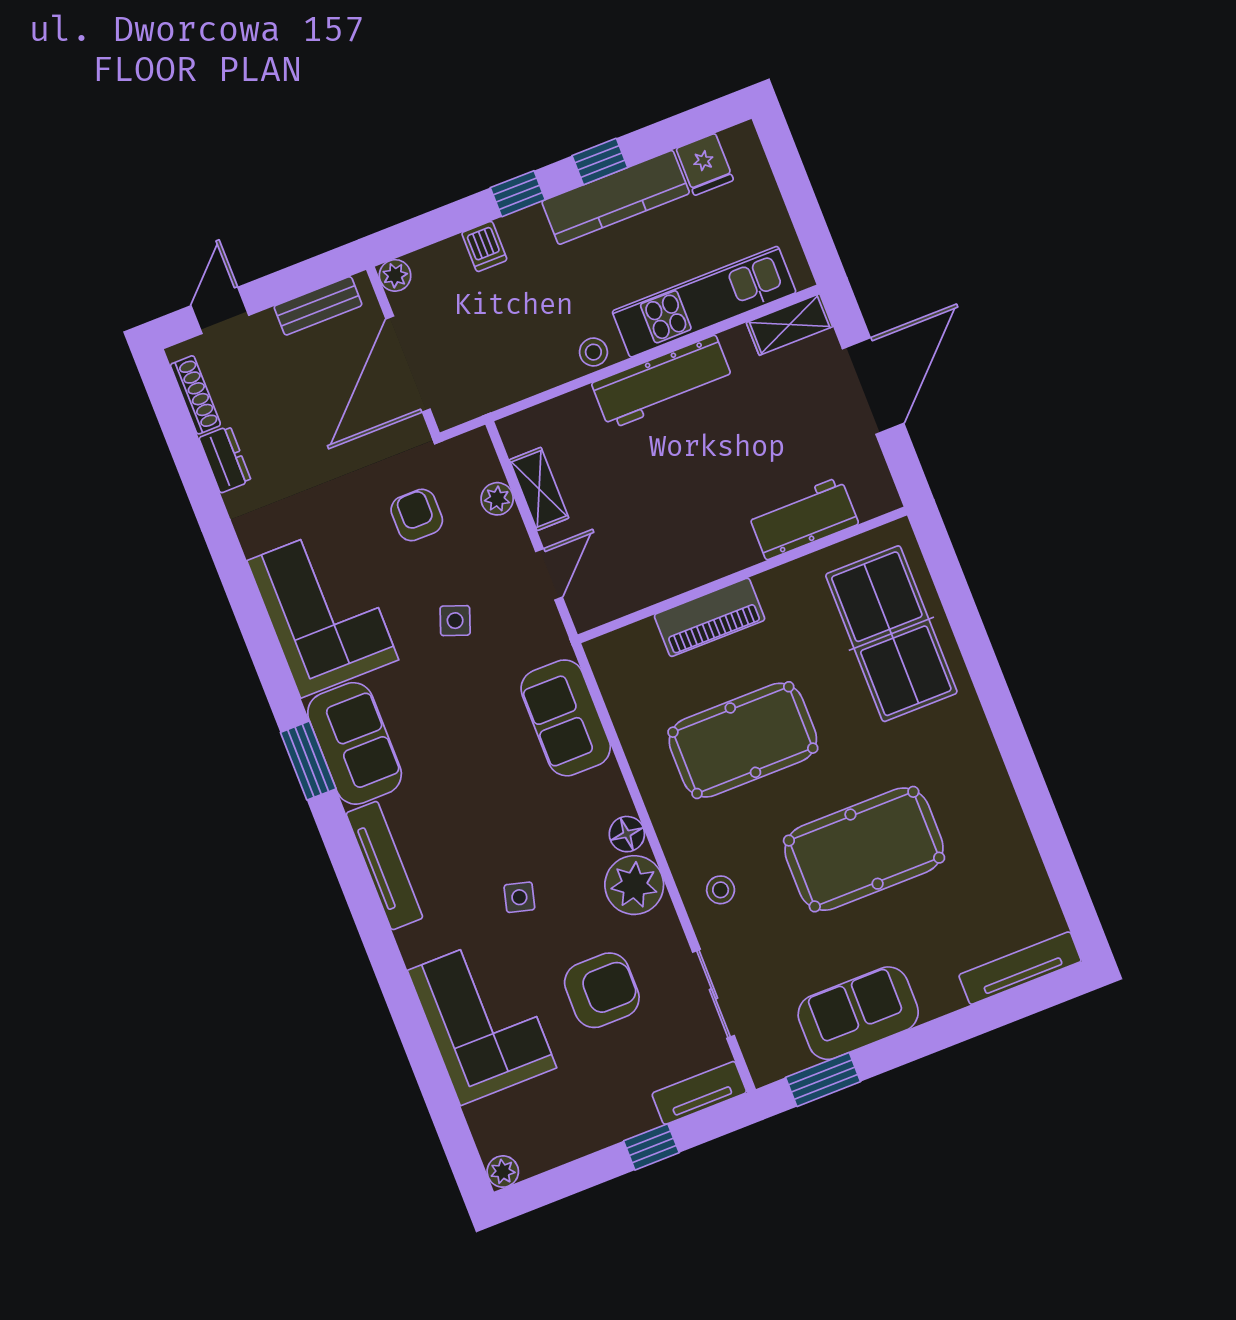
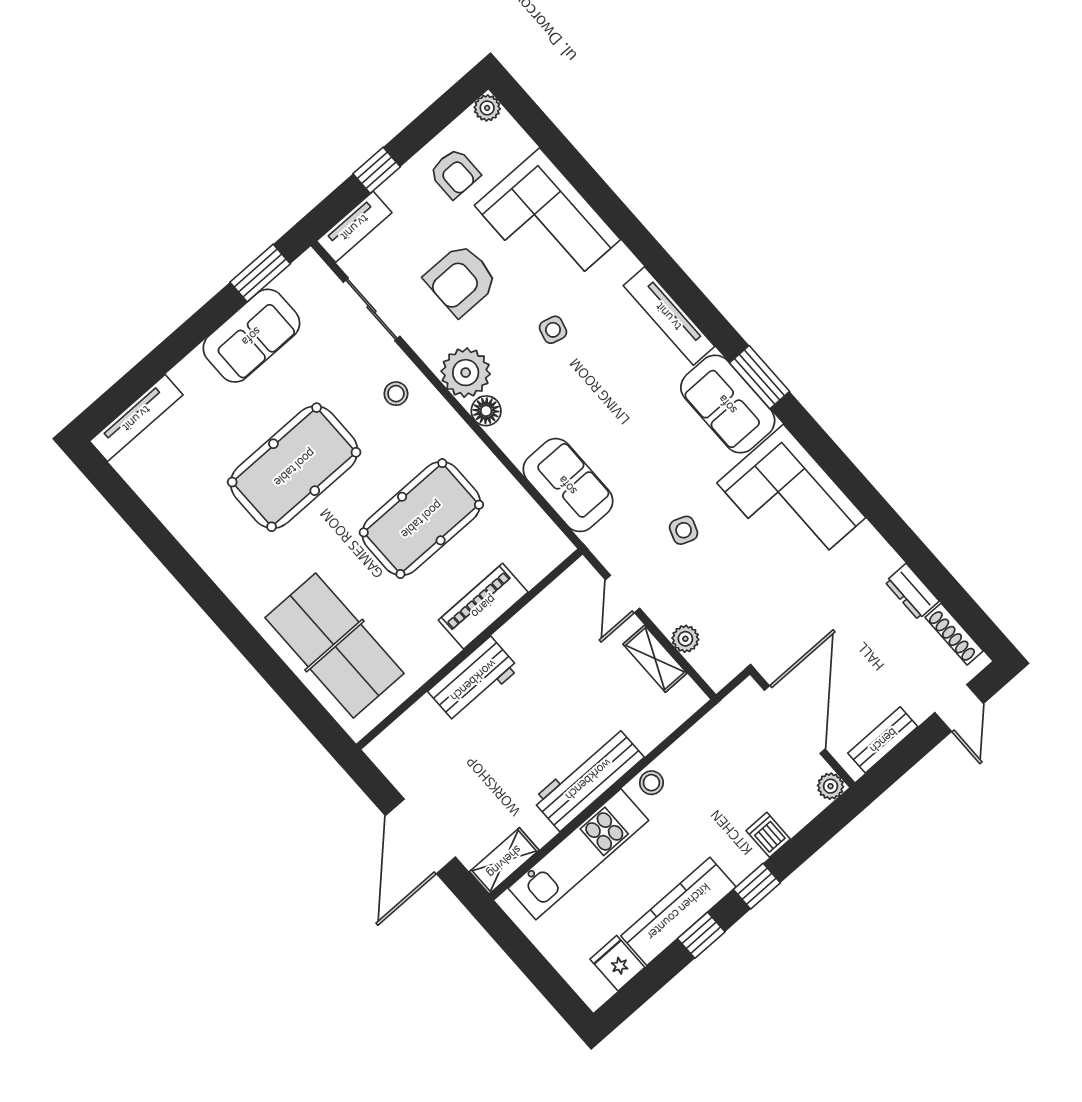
armchair: (417, 515) -> (455, 173), moved
workbench: (803, 518) -> (473, 680), moved

